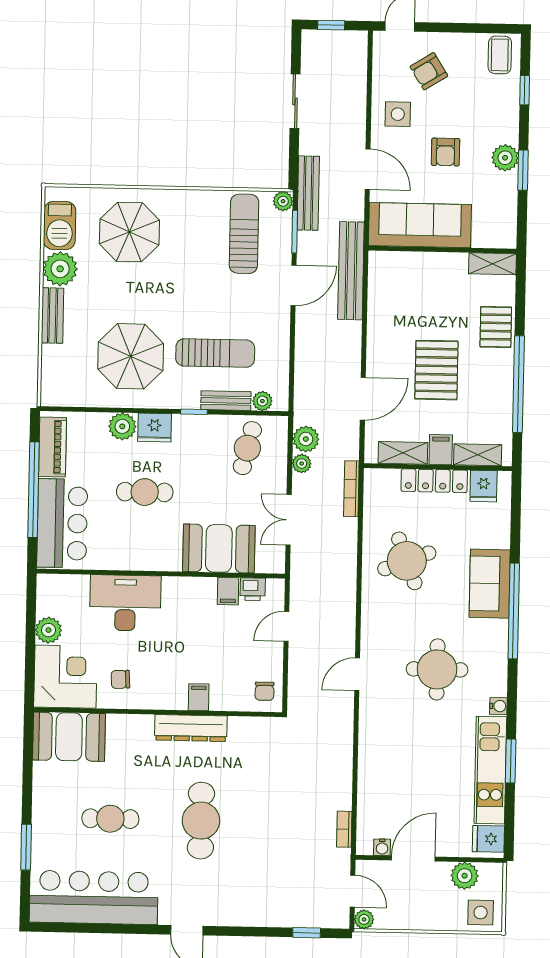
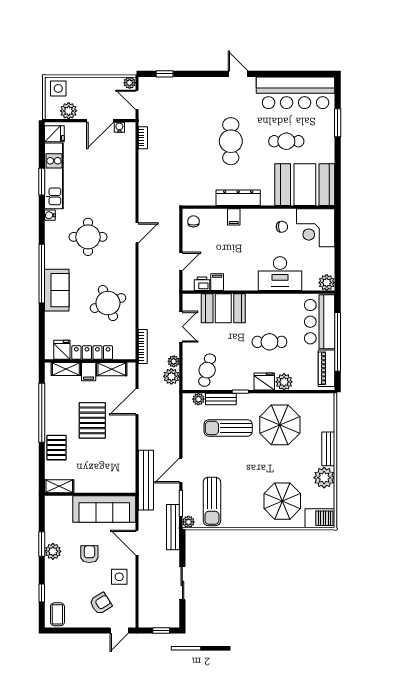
barbecue: (60, 226) -> (320, 518), moved, turned 90
plant: (49, 630) -> (327, 283), moved
booth: (69, 737) -> (305, 185), width x1.36, depth x1.42

